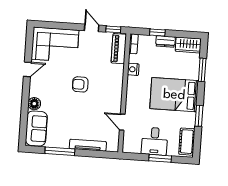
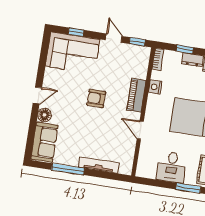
window: (57, 25) -> (76, 32), added
piano: (119, 49) -> (136, 95), moved
door: (27, 69) -> (37, 95), moved
door: (122, 122) -> (140, 130), moved
window: (160, 158) -> (188, 188), moved

